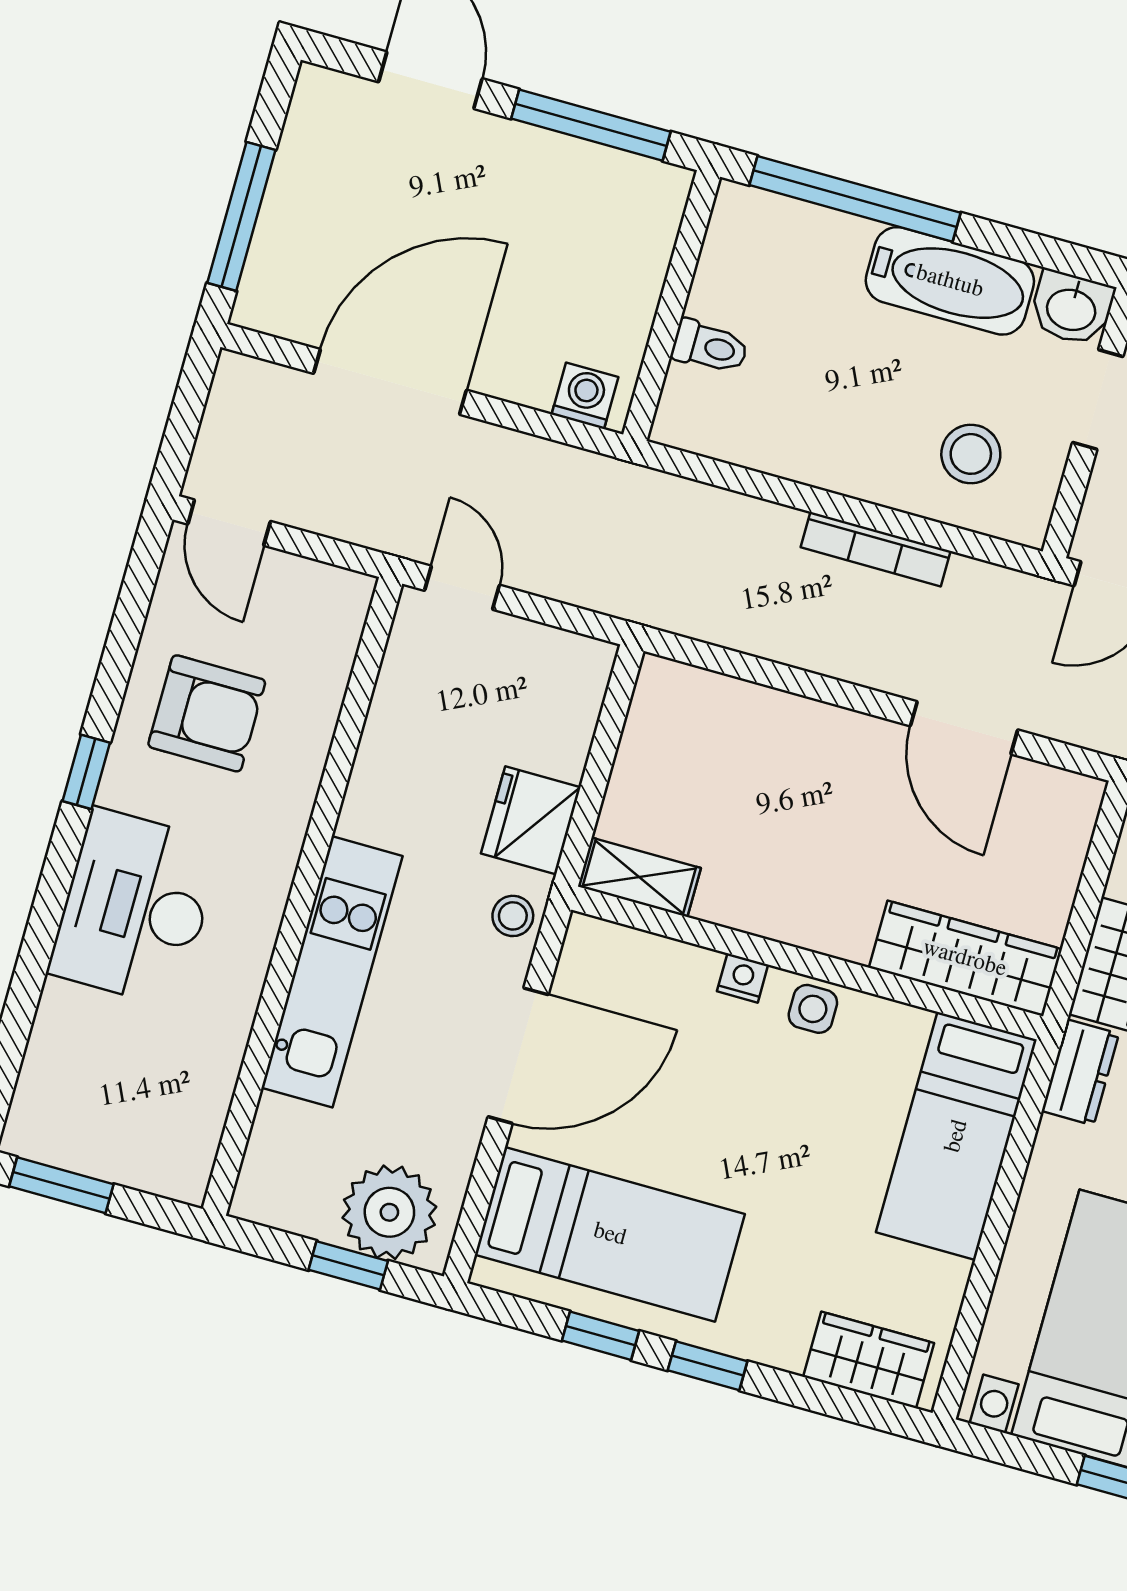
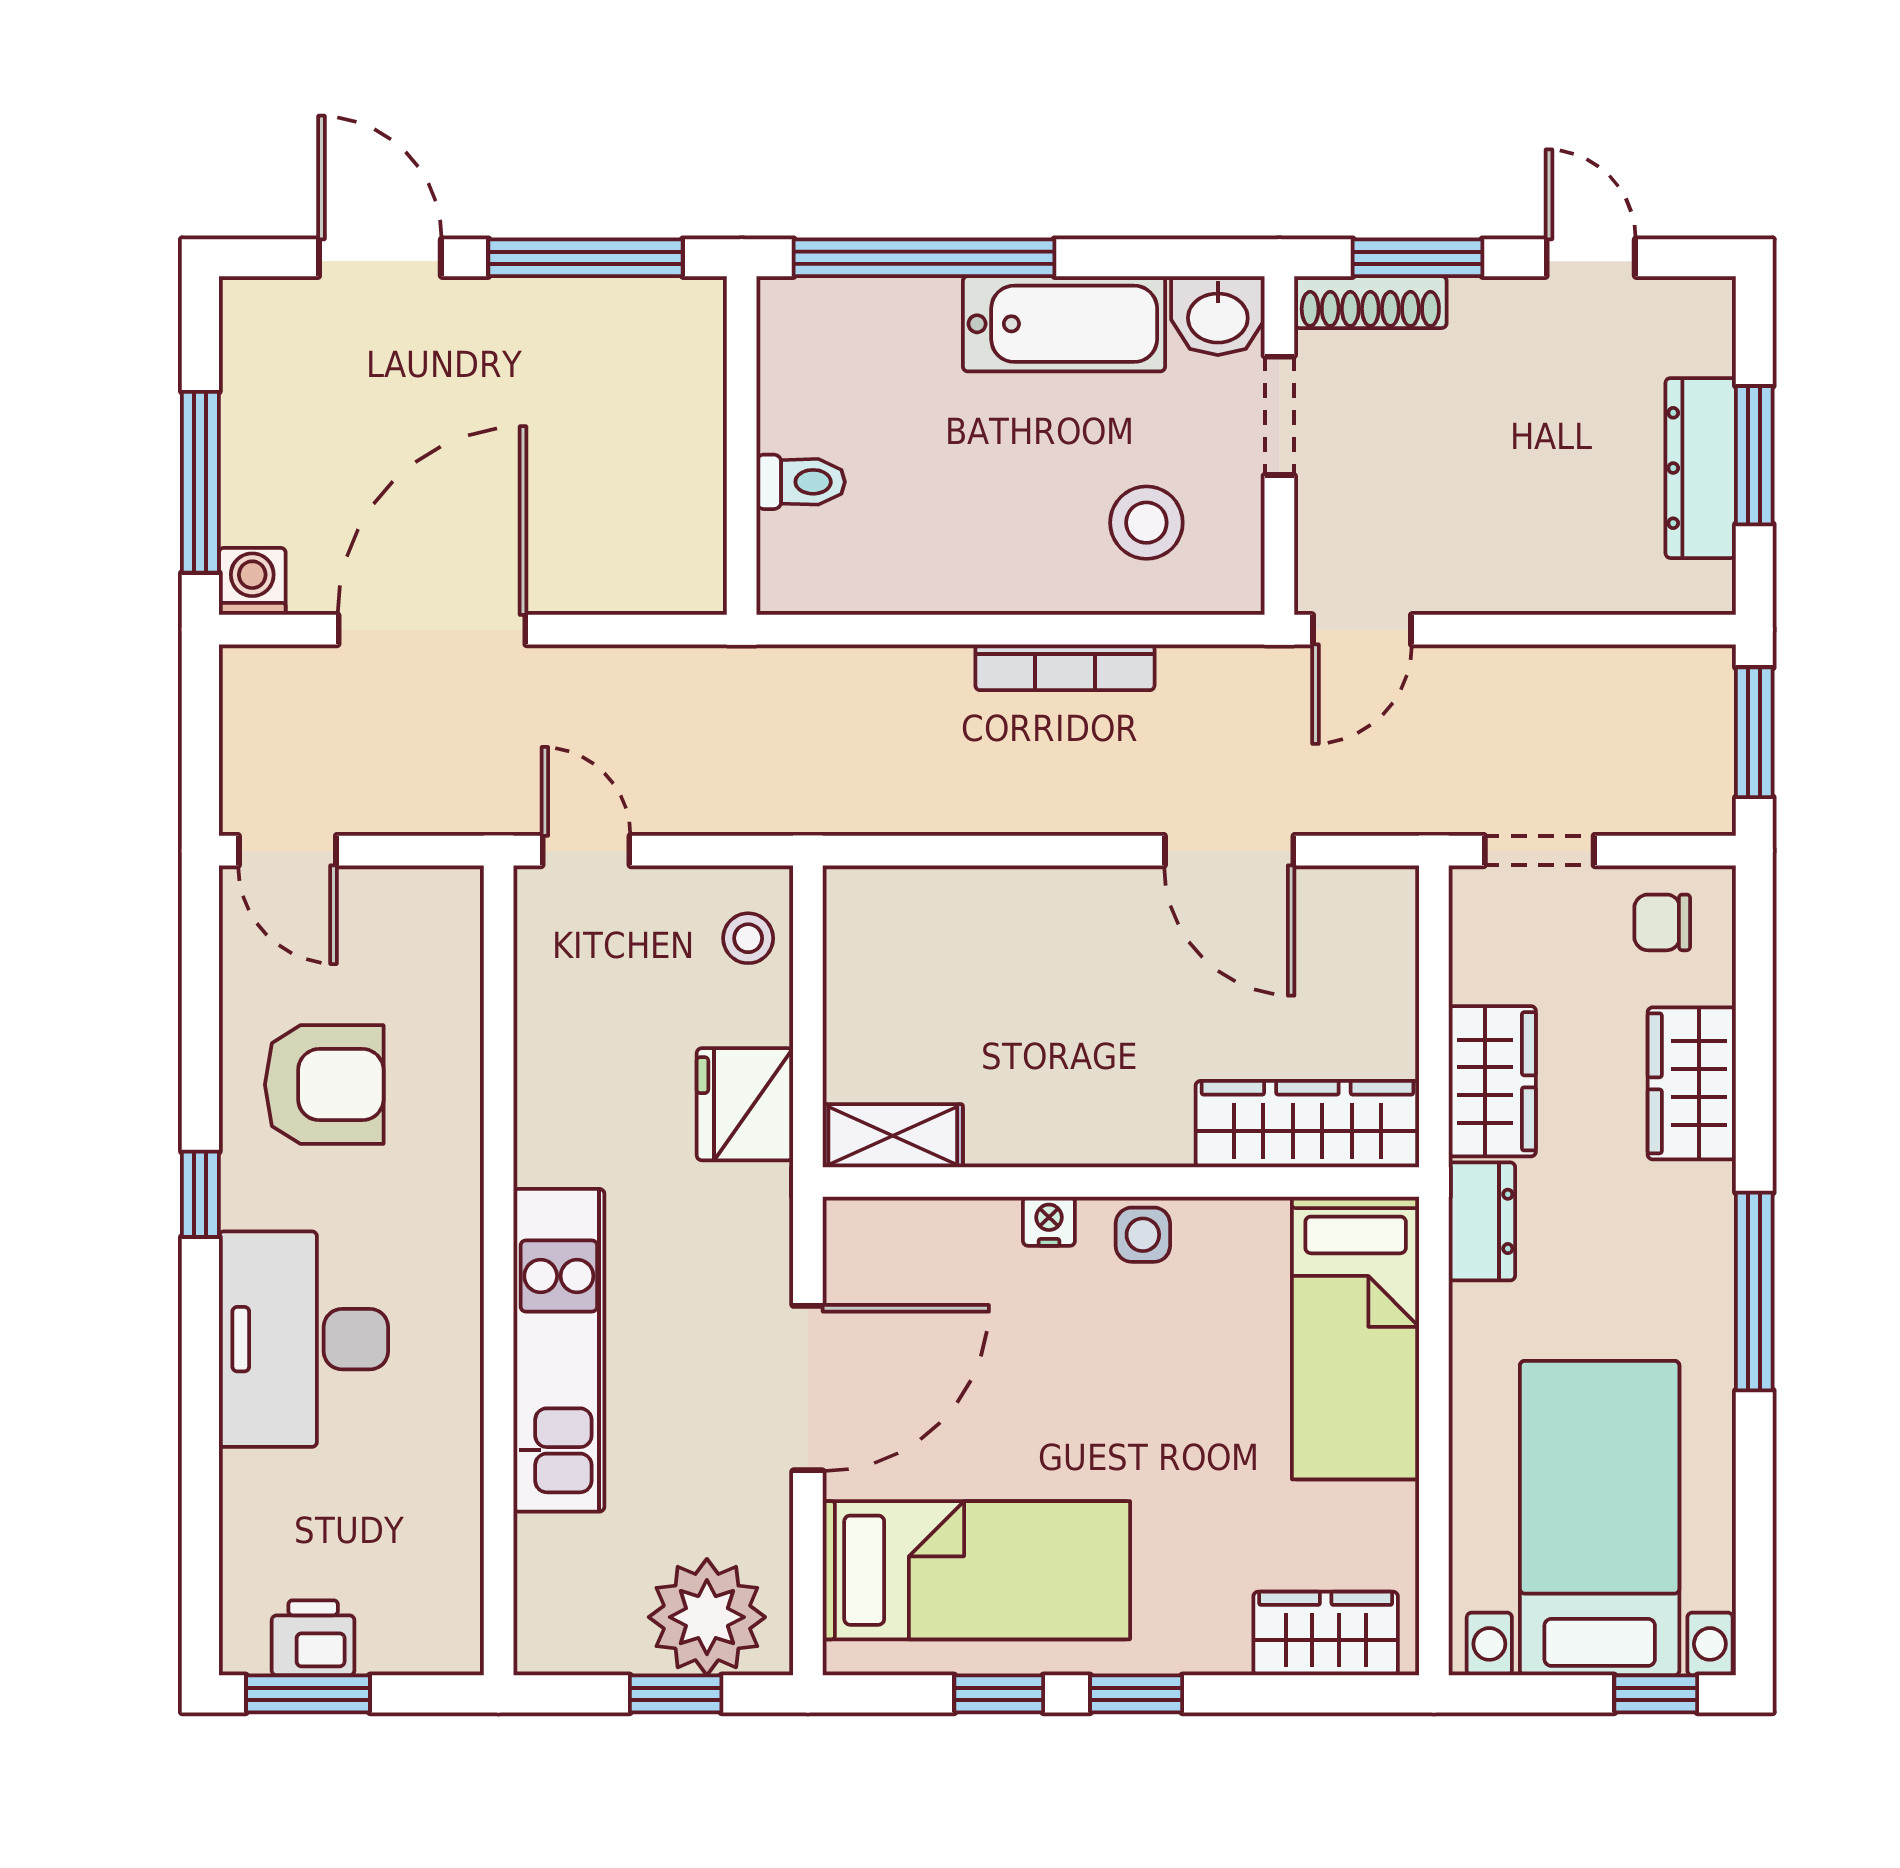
washing machine: (585, 396) -> (252, 581), moved
stool: (513, 916) -> (748, 938), moved
printer: (78, 1143) -> (313, 1638), added

